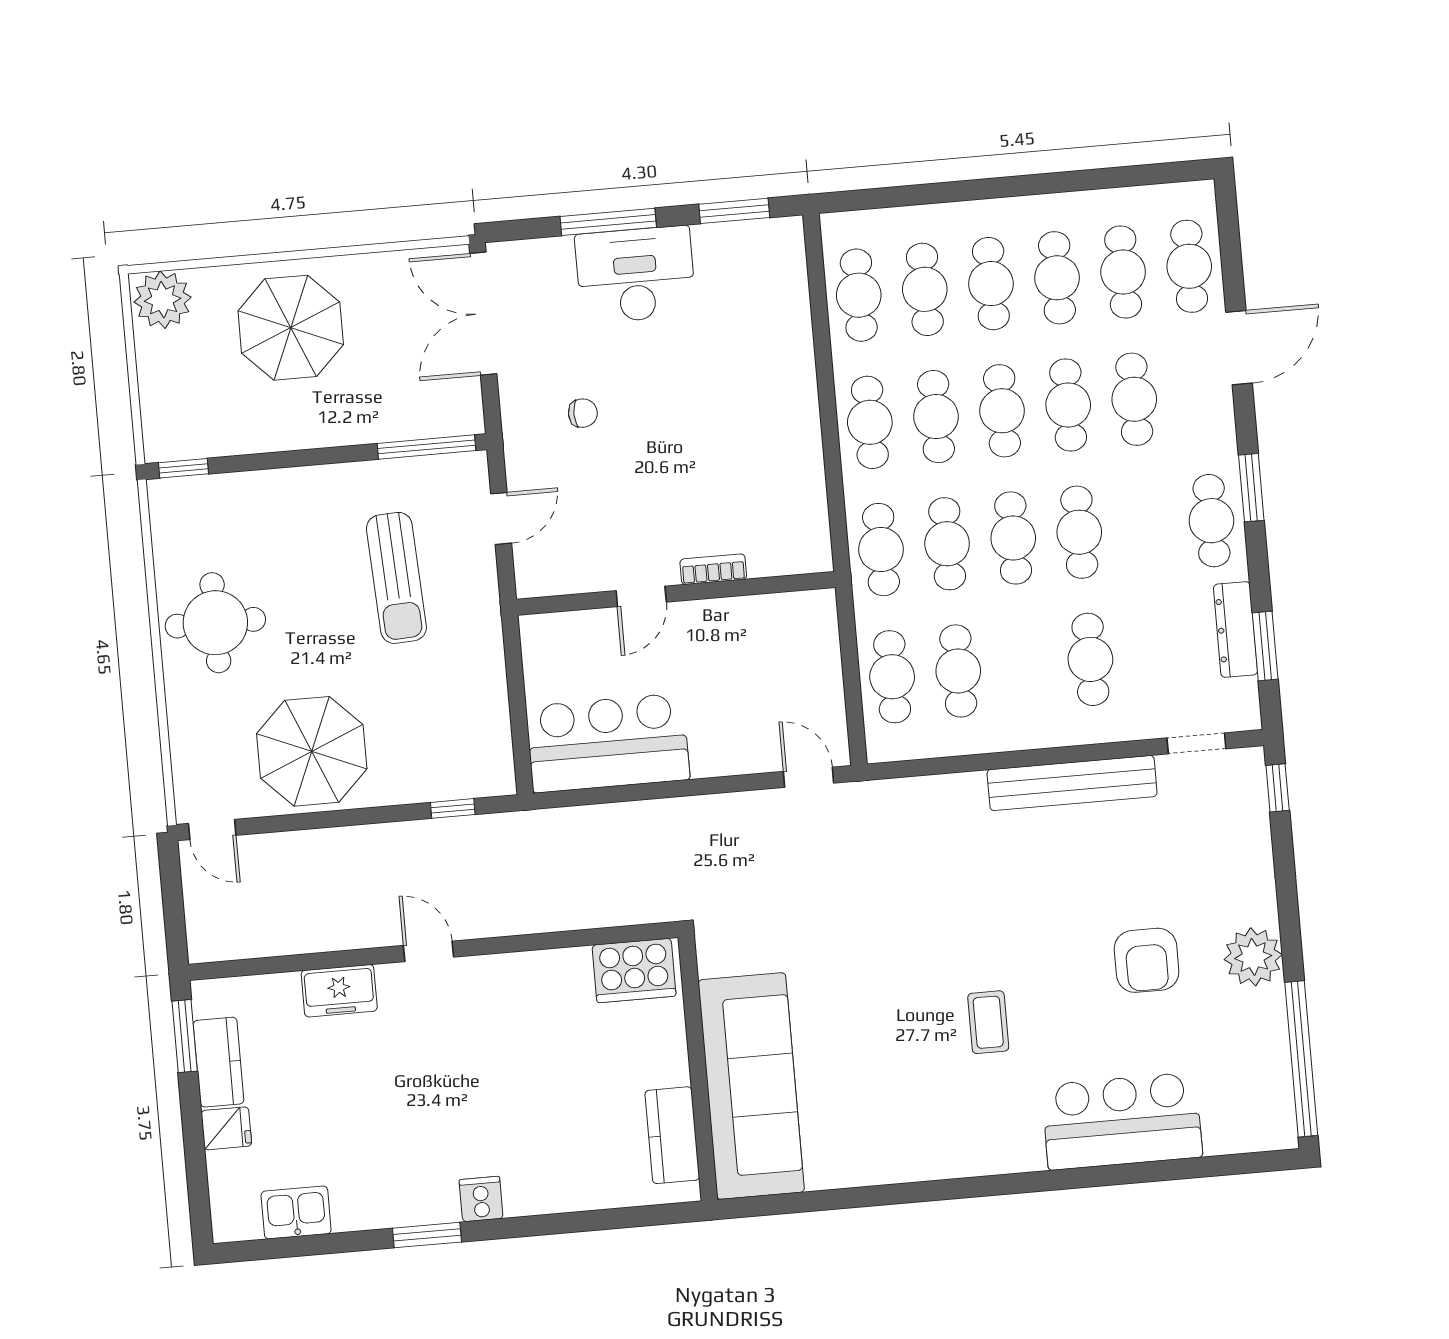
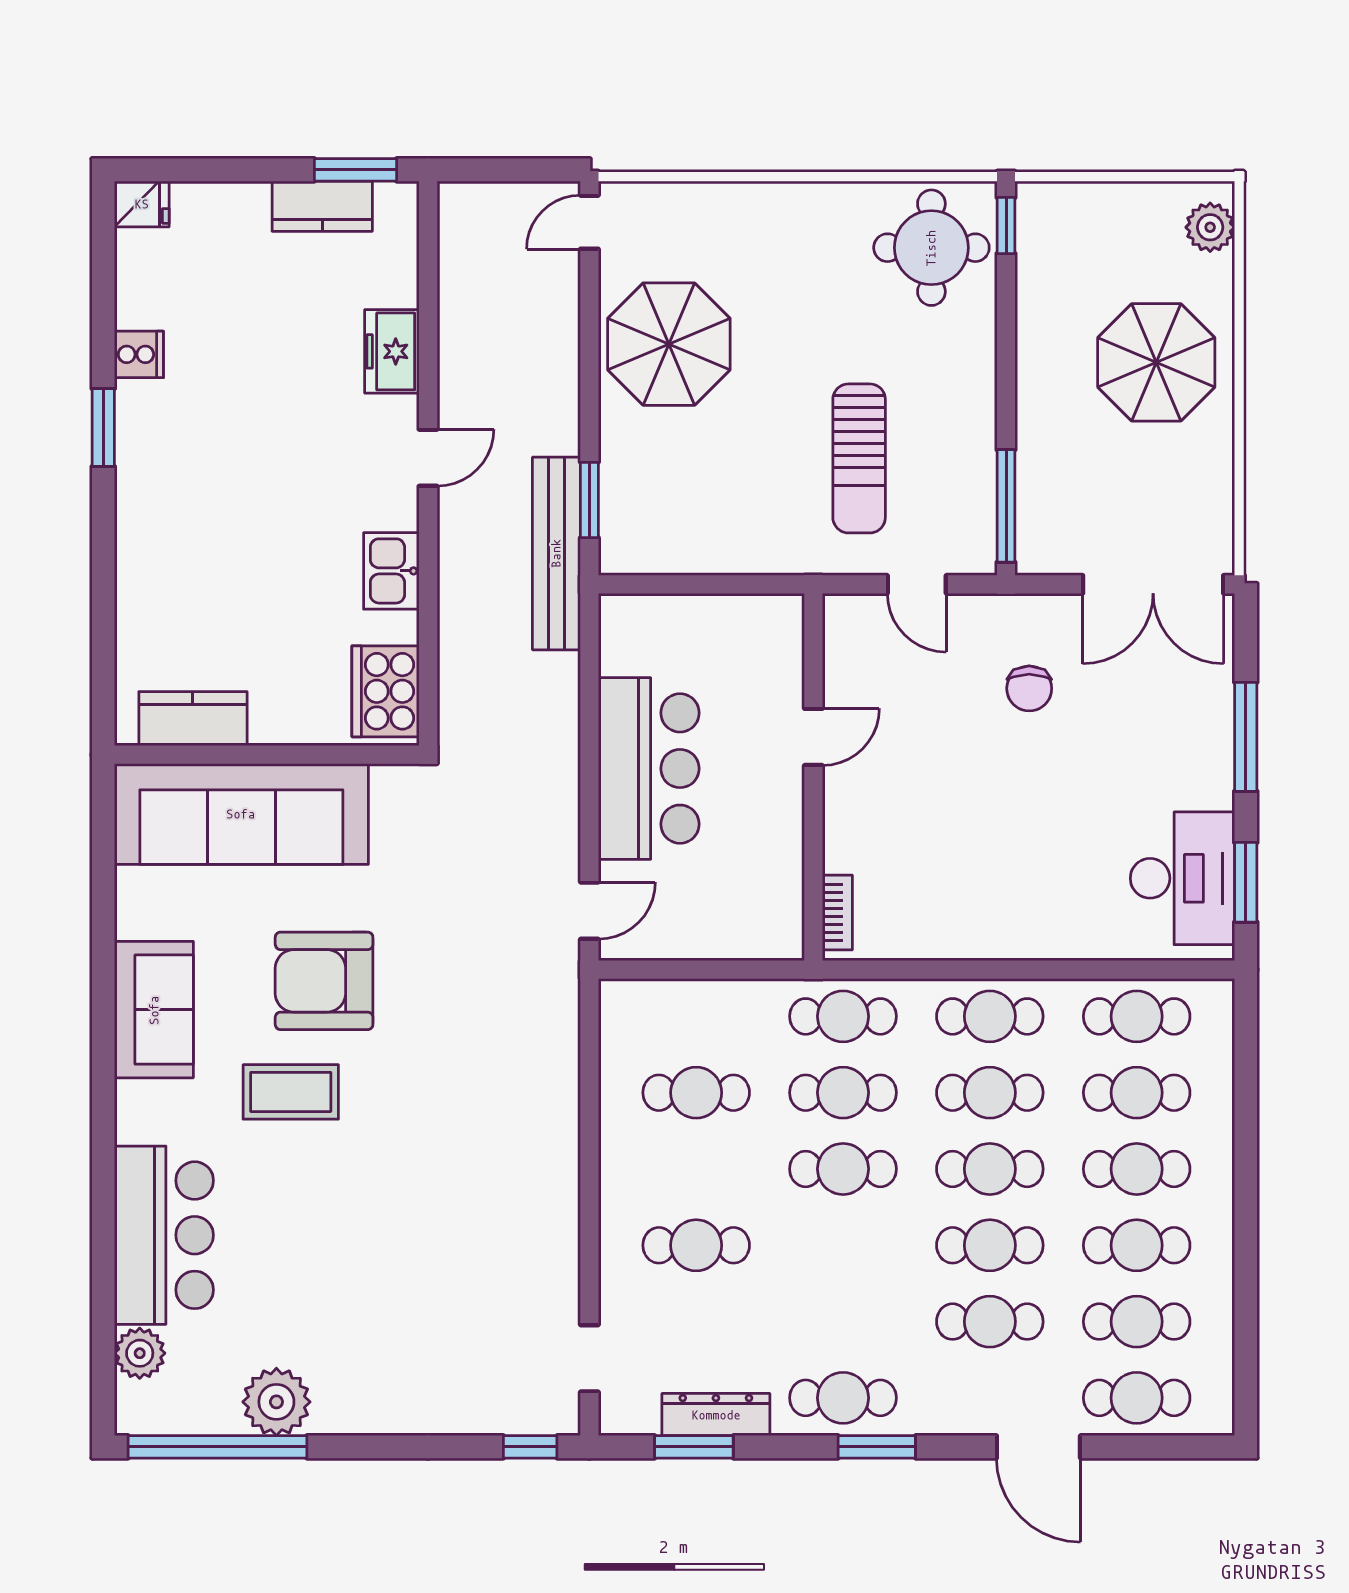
desk: (636, 275) -> (1182, 878), moved
plant: (163, 300) -> (1210, 227), width x0.73, depth x0.73
double door: (483, 314) -> (1153, 584), swing flipped
chair: (583, 413) -> (1029, 688), width x1.37, depth x1.37
cafe table: (1079, 532) -> (843, 1245), removed
bookcase: (713, 569) -> (837, 913), moved
sun lounger: (396, 578) -> (859, 458), turned -87
door: (641, 596) -> (813, 737), swing flipped
round table: (215, 623) -> (931, 248), moved
cafe table: (892, 677) -> (696, 1016), removed
bar counter: (608, 743) -> (649, 769), moved
bench: (1072, 783) -> (556, 553), moved
window: (453, 808) -> (589, 500), width x1.50
plant: (1253, 957) -> (276, 1402), moved
armchair: (1147, 960) -> (324, 981), moved, width x1.36, depth x1.36
coffee table: (988, 1022) -> (291, 1092), width x1.36, depth x1.30
fridge: (226, 1128) -> (142, 204), moved, turned -90
plant: (1226, 1133) -> (140, 1353), added
sofa: (927, 1147) -> (154, 1010), added
cooker: (481, 1199) -> (139, 354), moved
kitchen sink: (296, 1212) -> (391, 571), moved, turned 180

